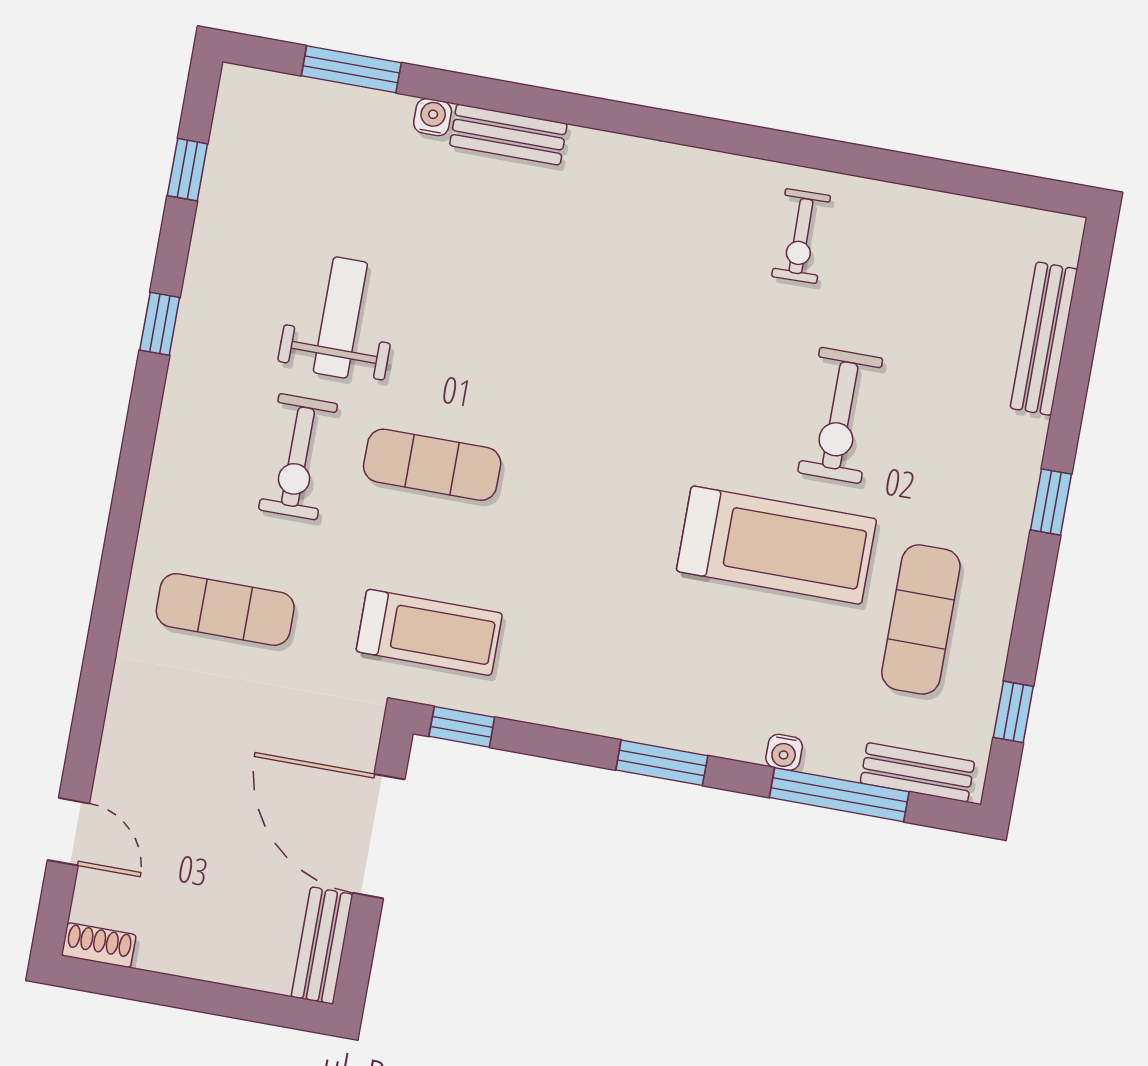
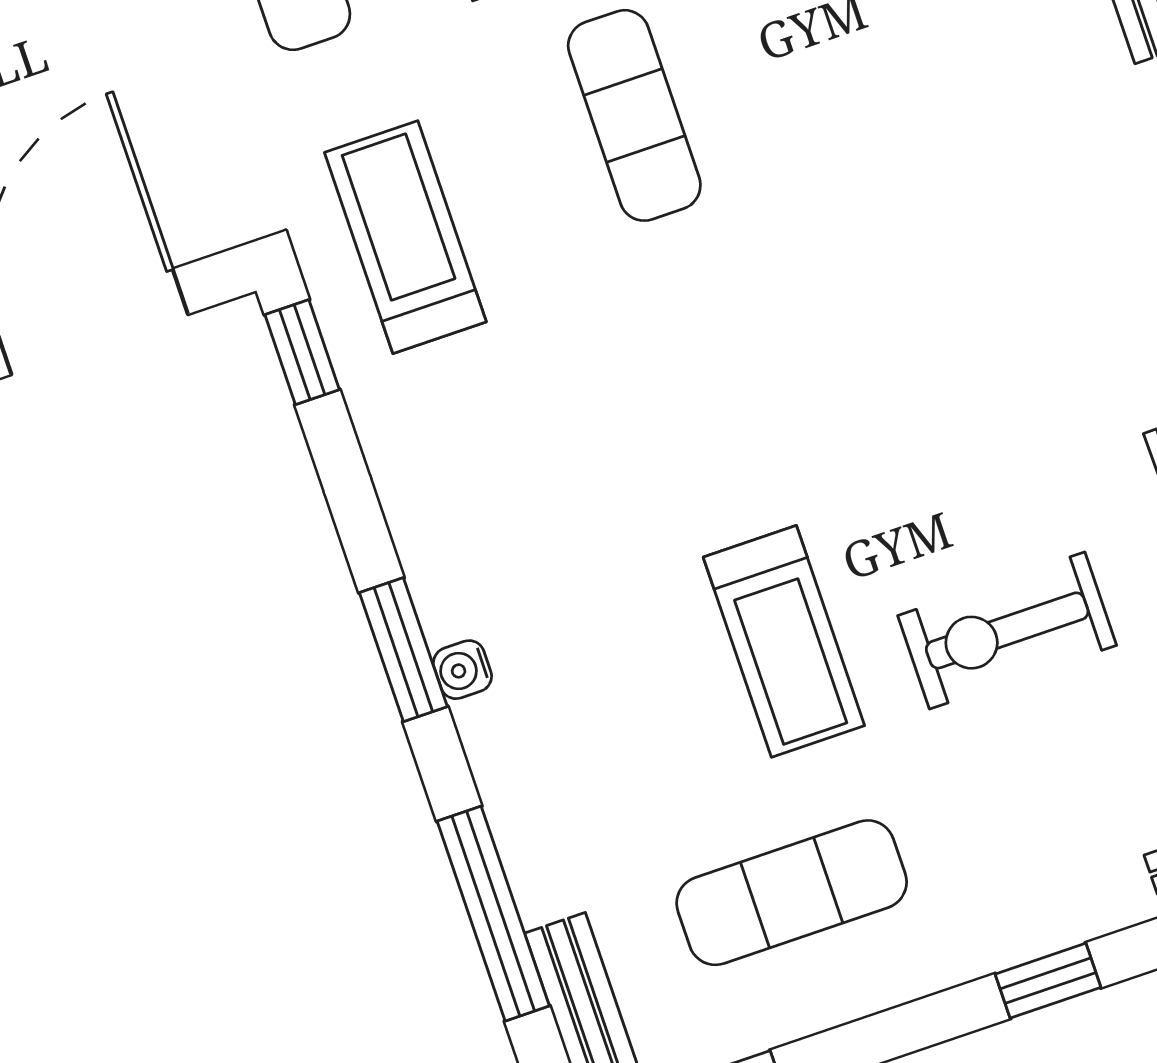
treadmill: (776, 545) -> (784, 641), width x0.73, depth x0.73
treadmill: (429, 632) -> (405, 237), turned 180
water cooler: (784, 752) -> (463, 670), moved

